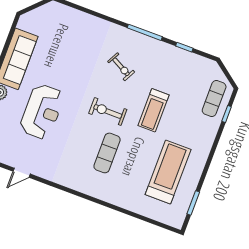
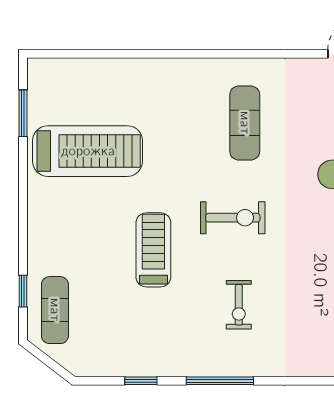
exercise bike: (121, 67) -> (239, 305), turned -118
exercise mat: (107, 153) -> (245, 123), moved
treadmill: (168, 172) -> (88, 151), turned -90

